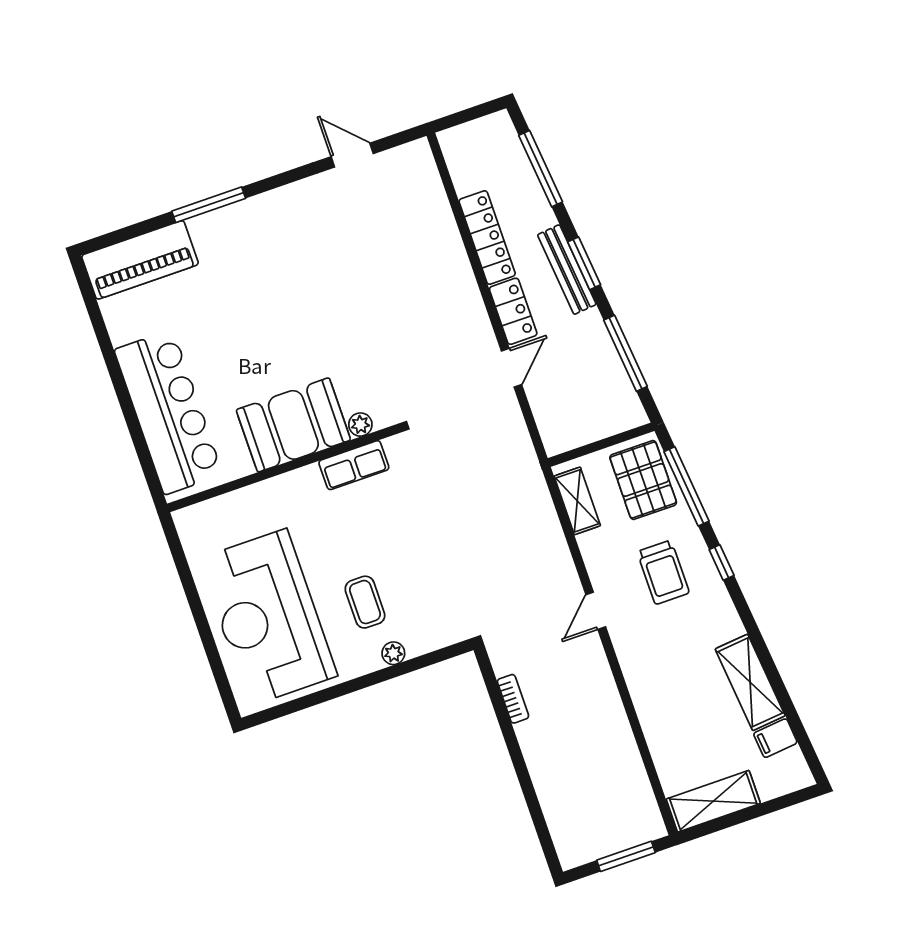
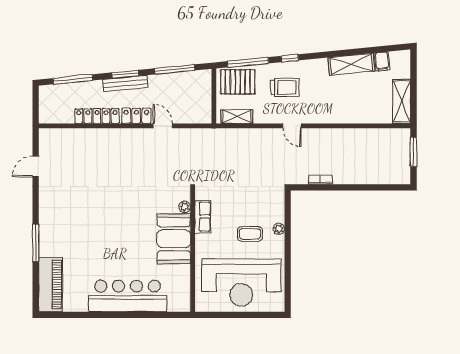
booth: (293, 425) -> (174, 239), moved
plant: (360, 425) -> (185, 207), moved
row of seats: (354, 465) -> (203, 217), moved
wall: (284, 468) -> (193, 250), moved

